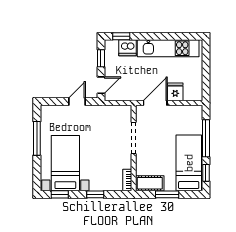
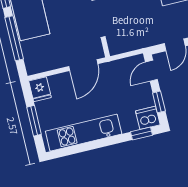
dishwasher: (128, 48) -> (148, 118), moved
window: (206, 67) -> (34, 121), added
fridge: (175, 92) -> (40, 89), moved

